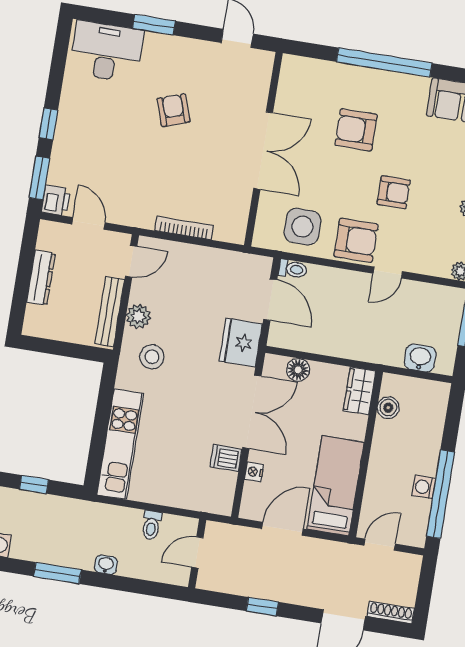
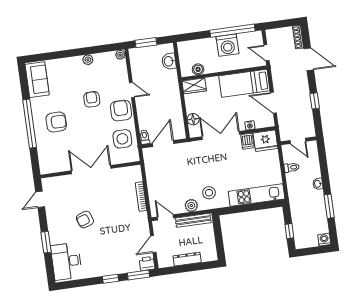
armchair: (356, 130) -> (56, 122), moved, turned -90
fridge: (241, 342) -> (266, 141), moved
washing machine: (424, 487) -> (227, 45), width x1.89, depth x1.89

